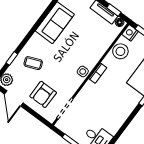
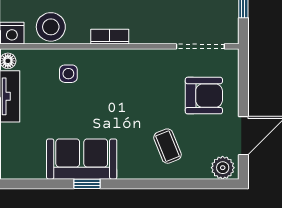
window: (12, 58) -> (87, 184), moved
side table: (83, 72) -> (68, 74), moved

